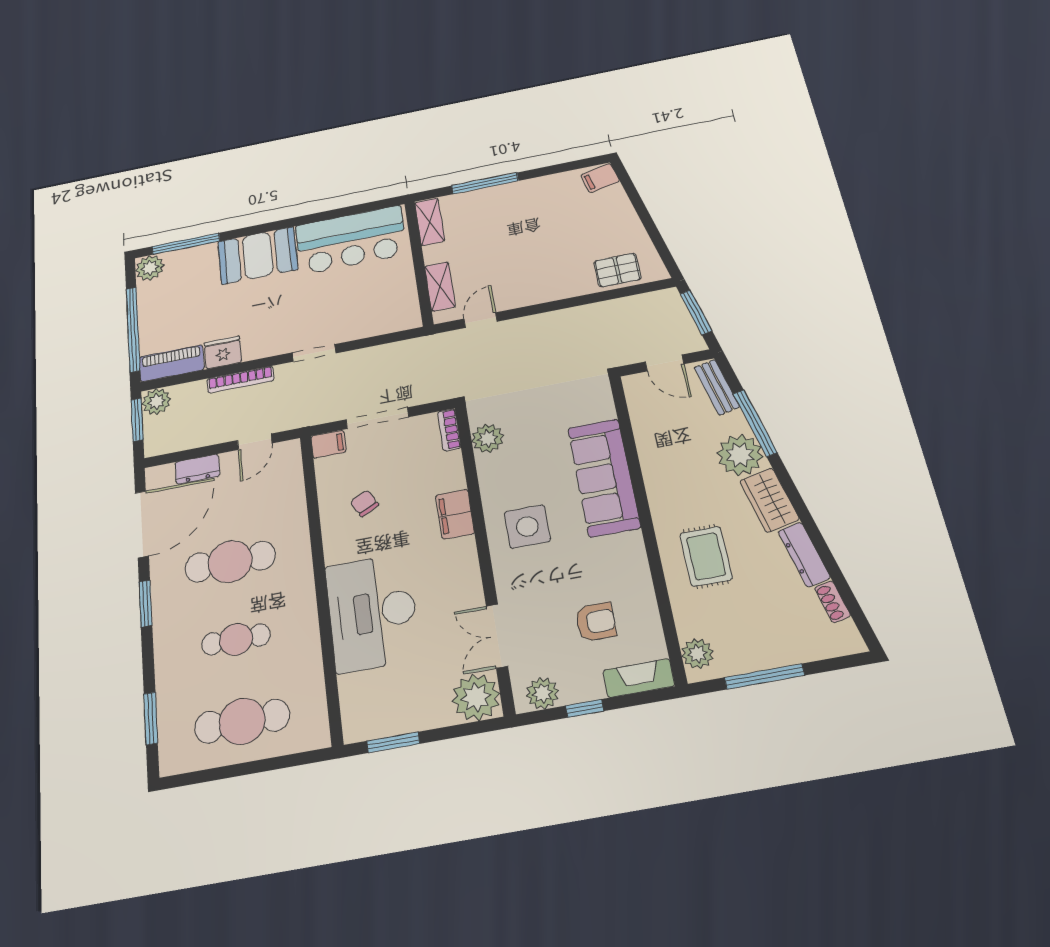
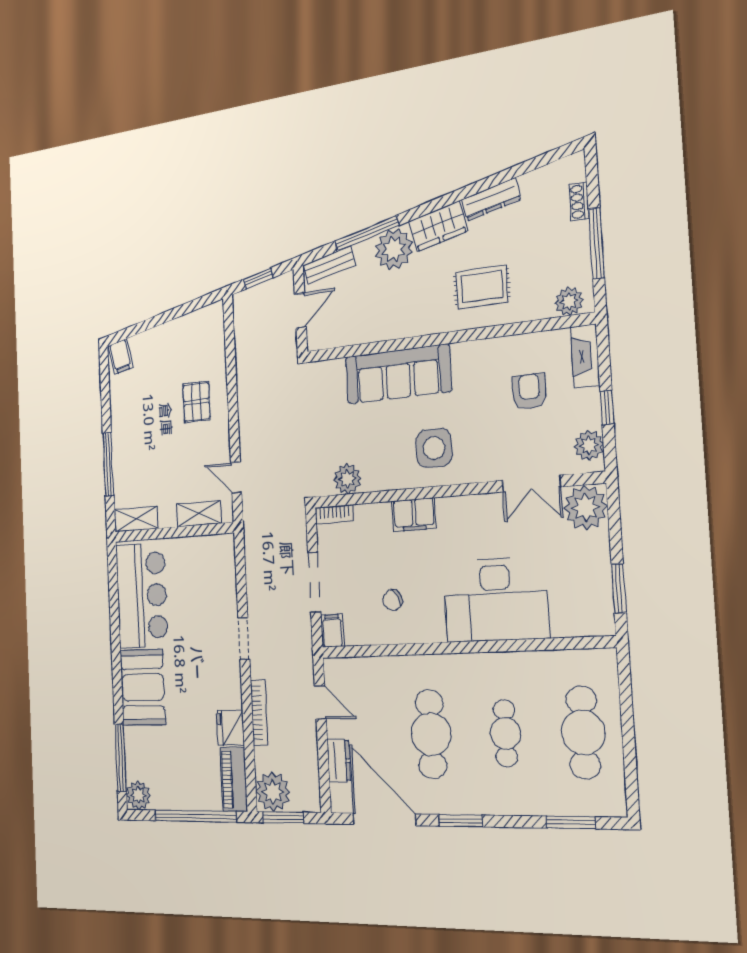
pallet: (617, 270) -> (196, 402), moved
window: (696, 312) -> (258, 279), width x0.67
plant: (156, 402) -> (273, 792), width x1.36, depth x1.36
shoe rack: (833, 602) -> (579, 202), moved, turned 102

